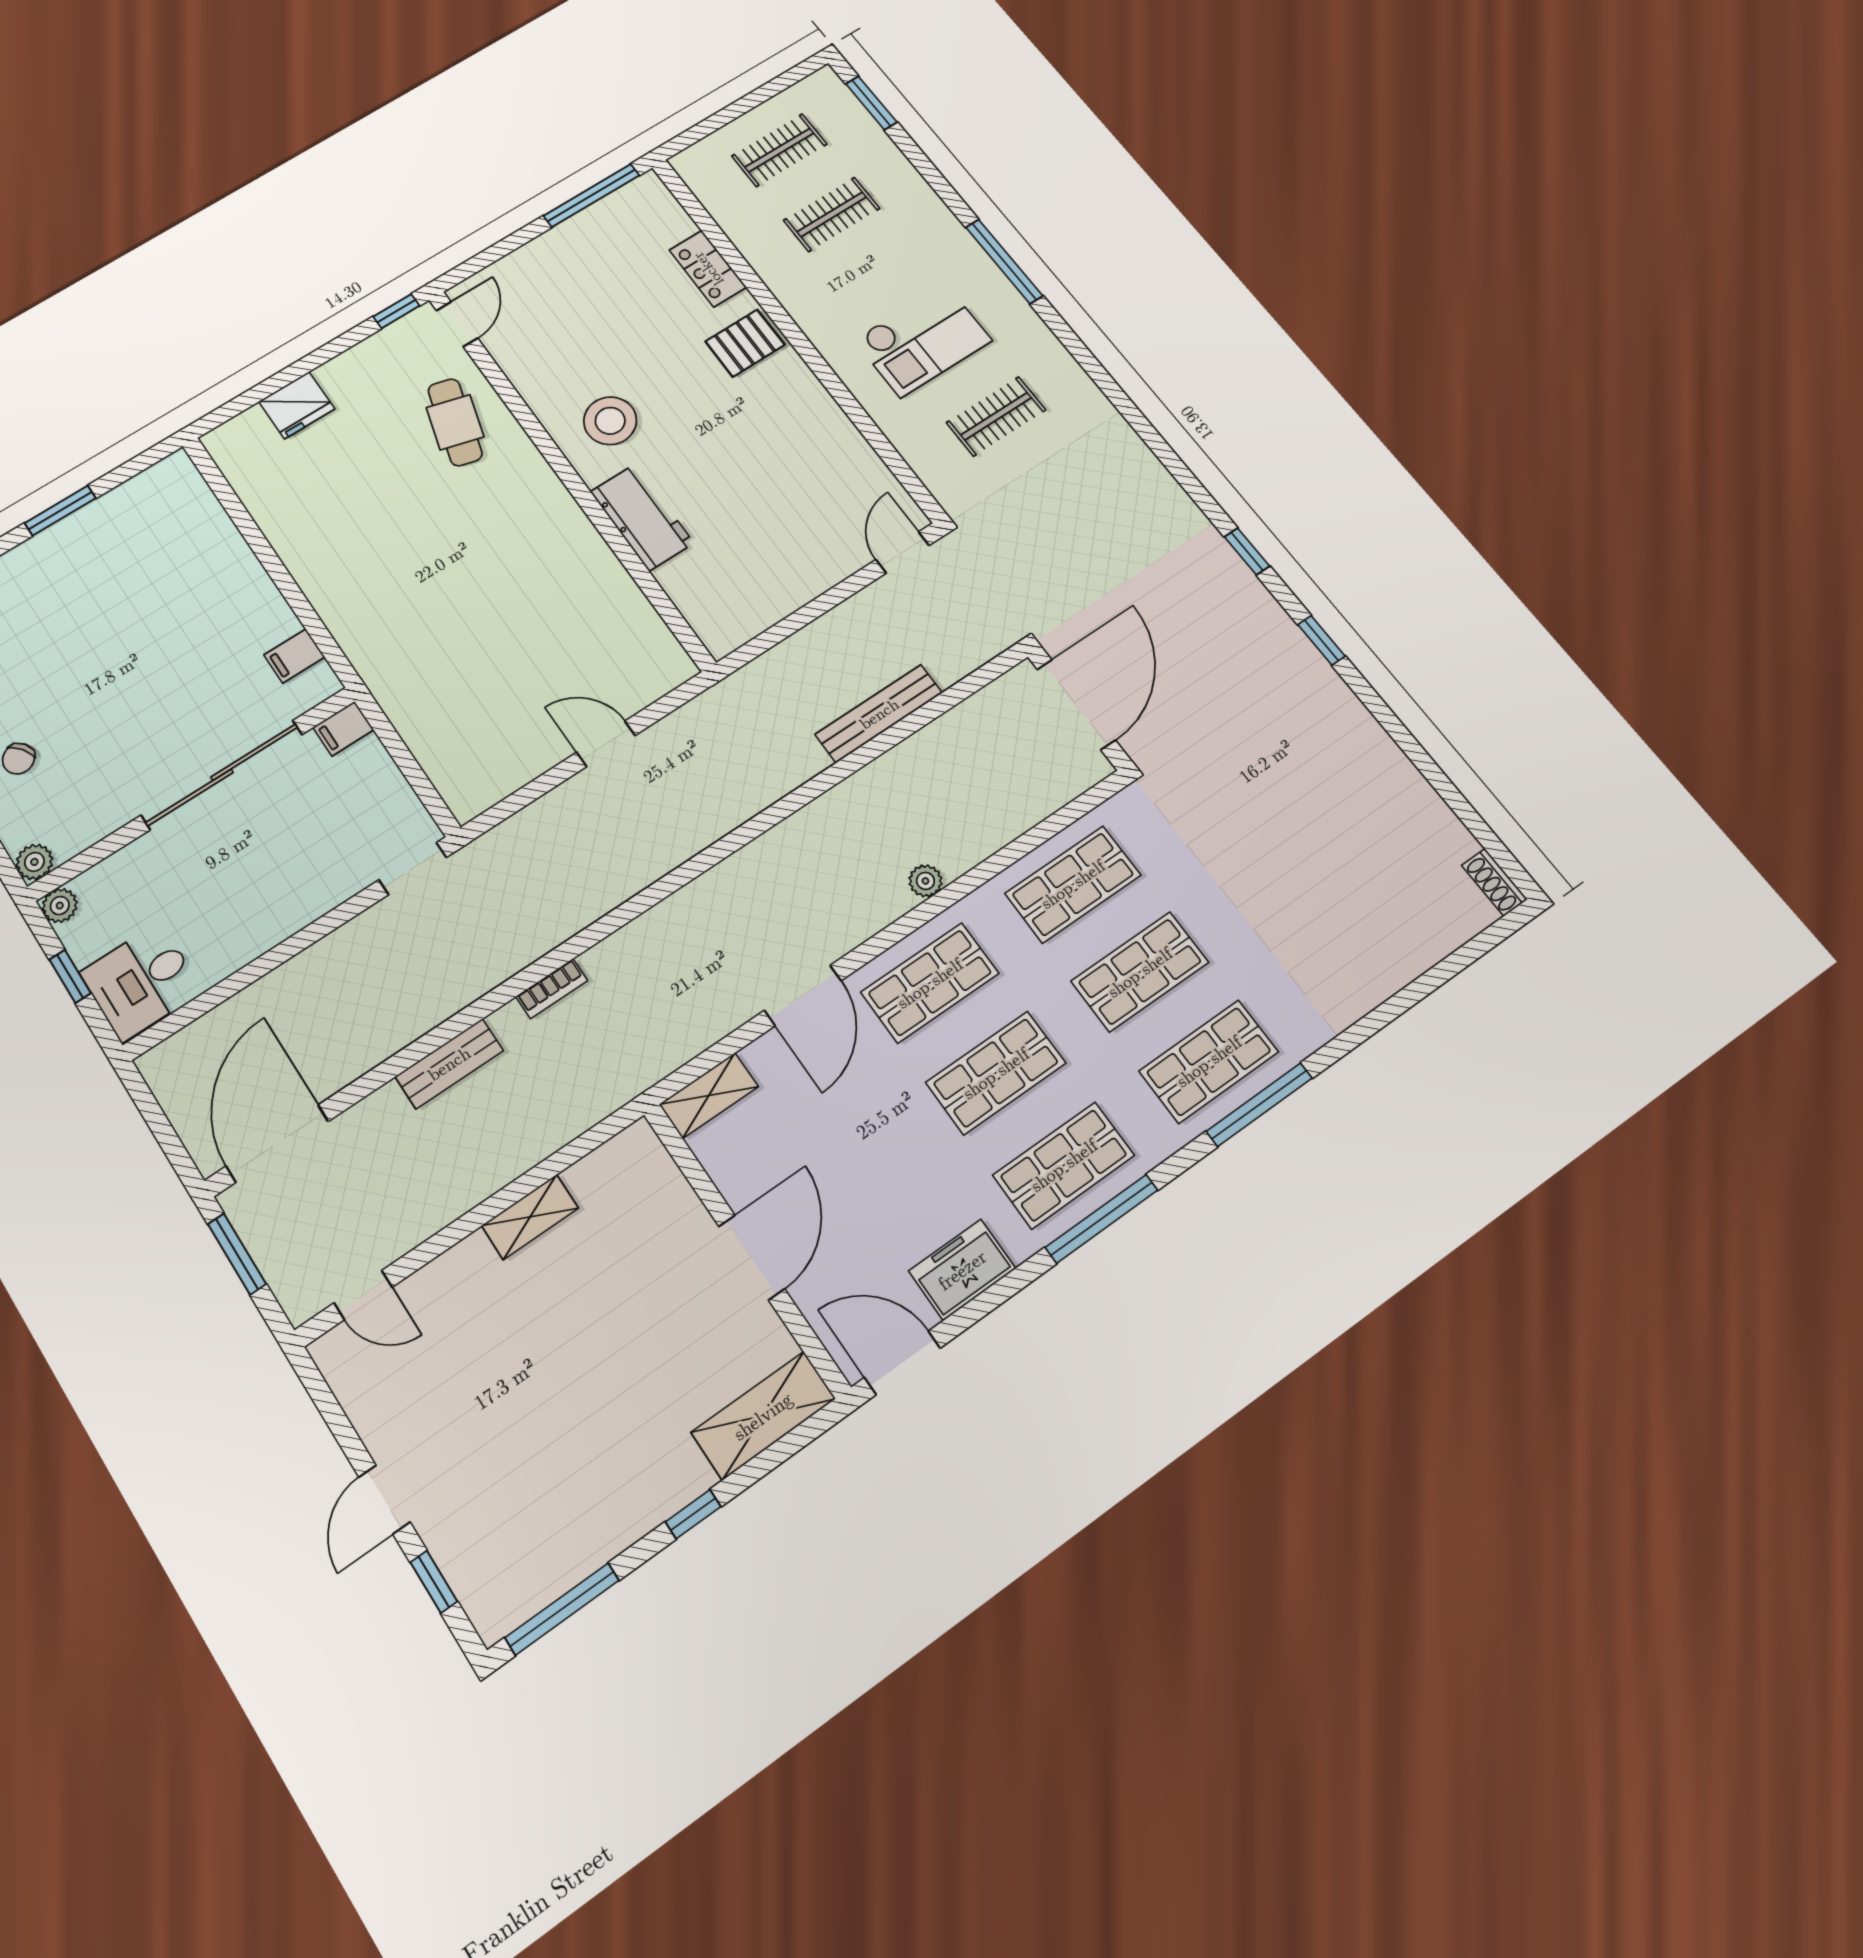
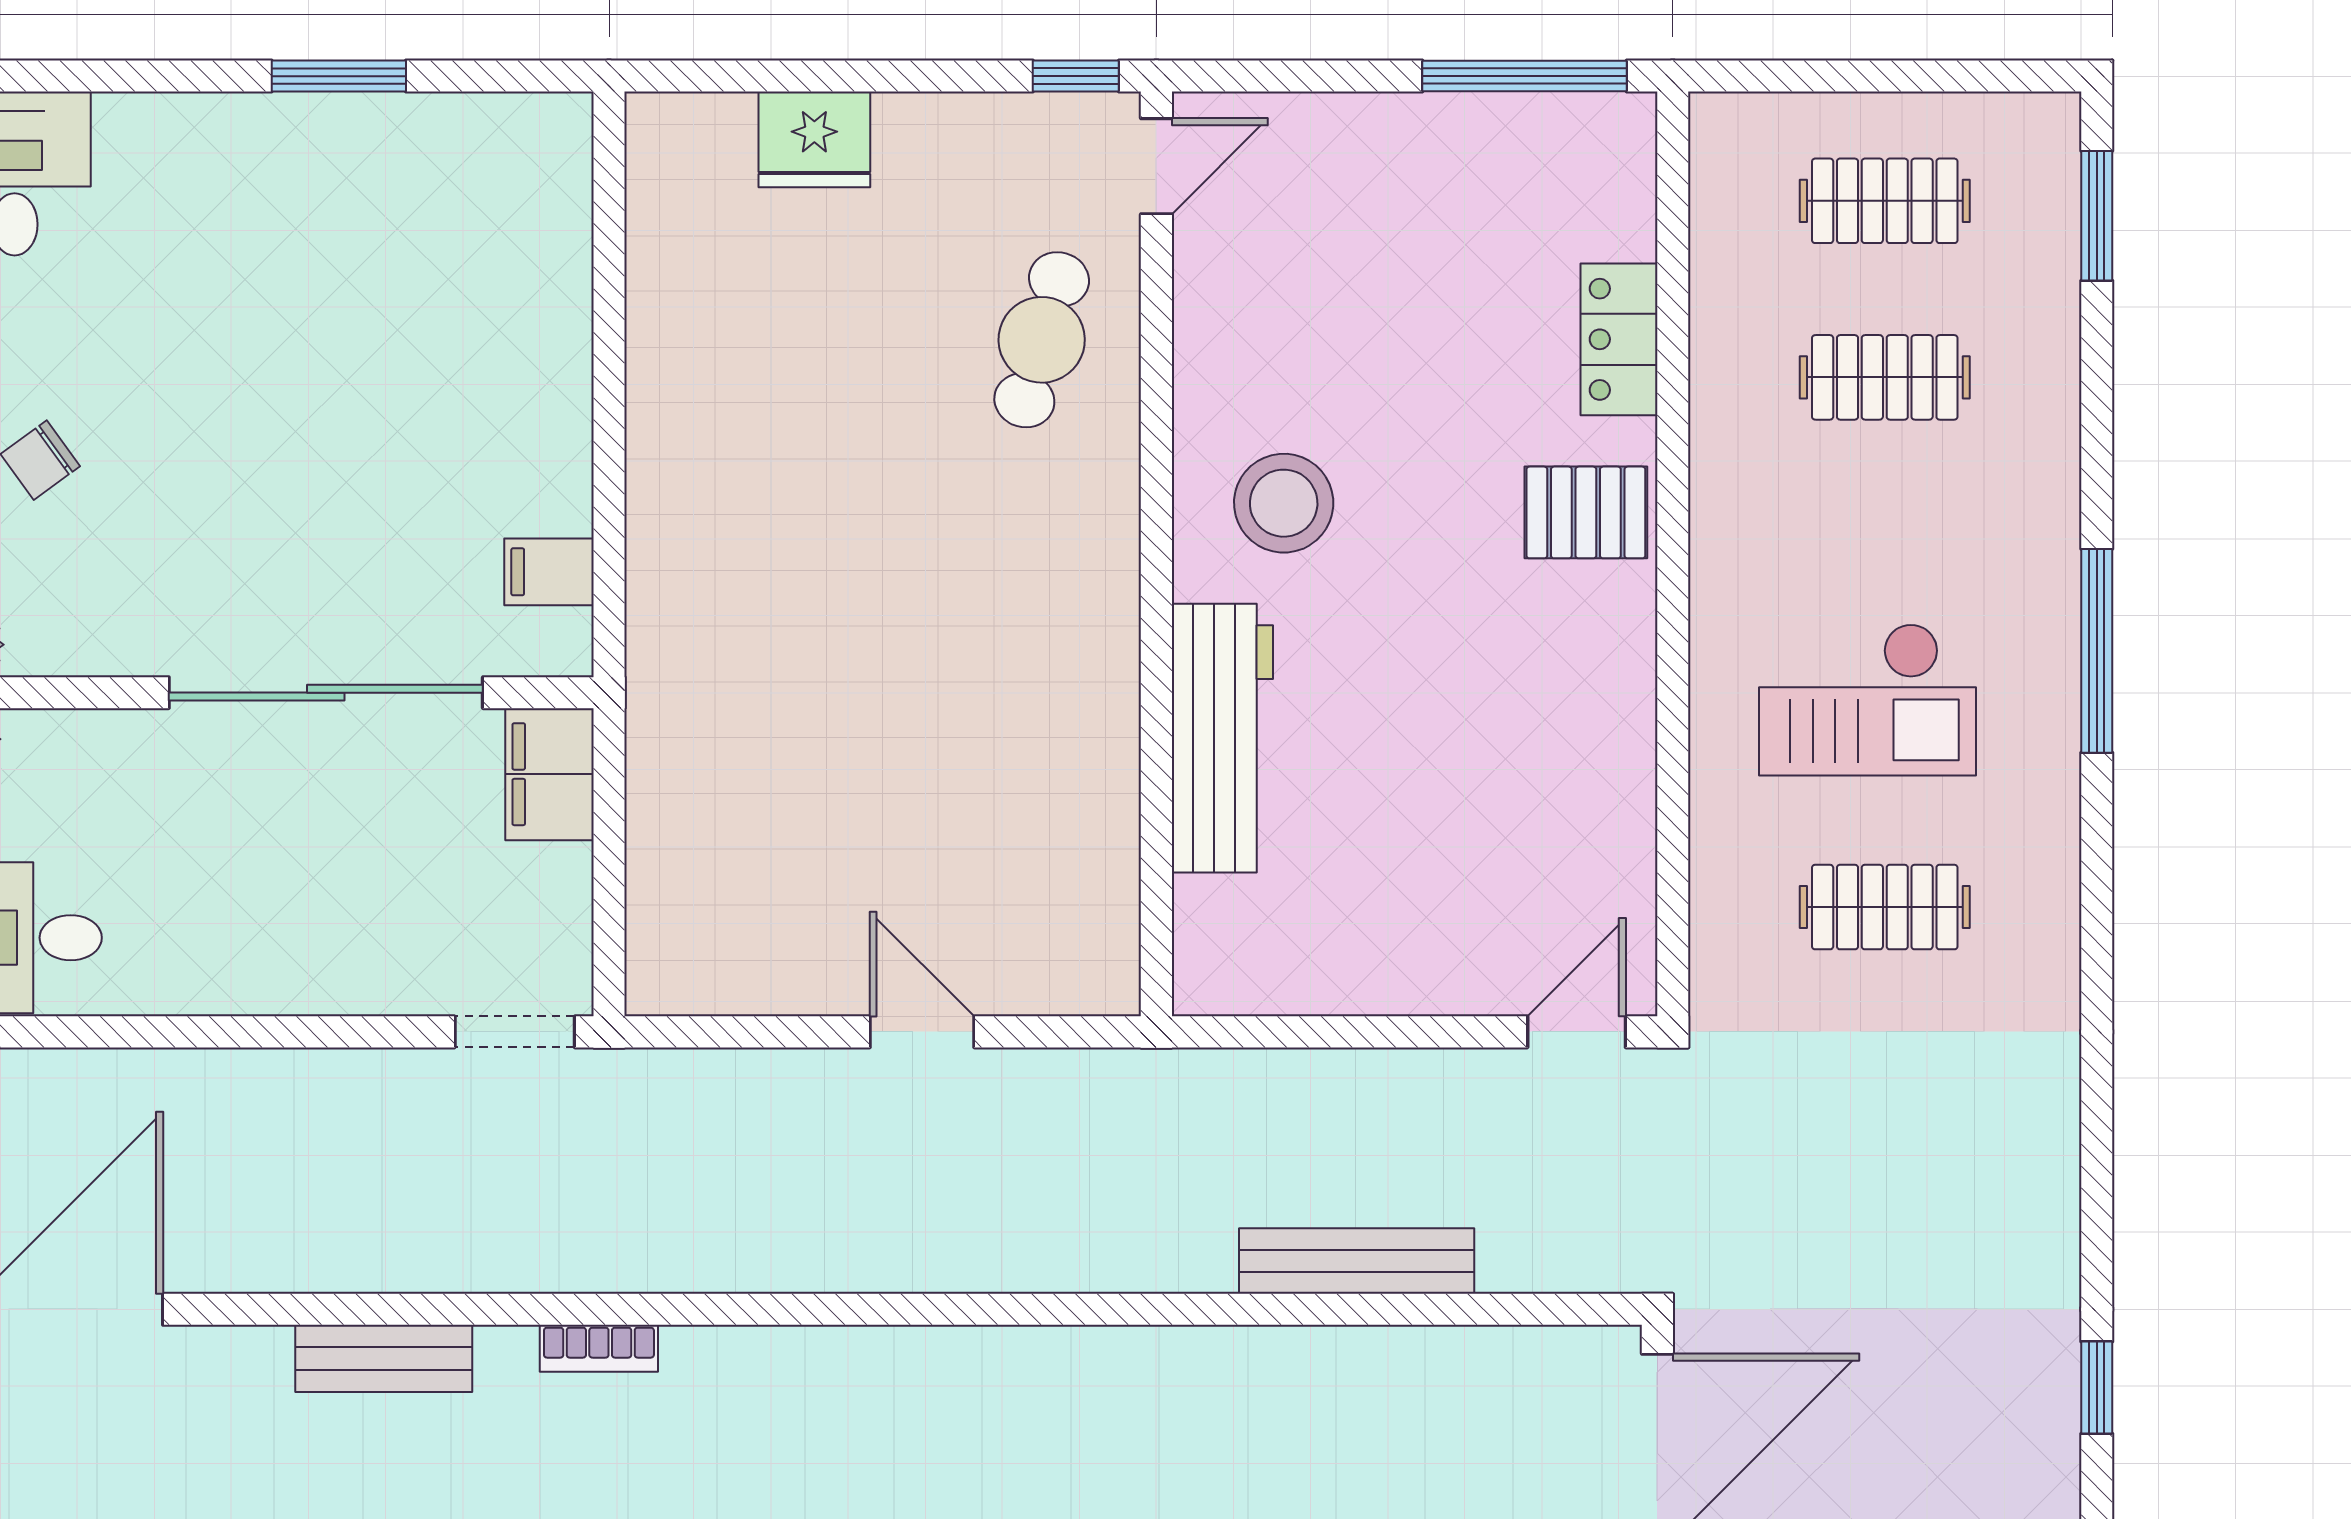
workbench: (642, 517) -> (1222, 738), width x1.38
filing cabinet: (343, 729) -> (550, 774), width x2.00

